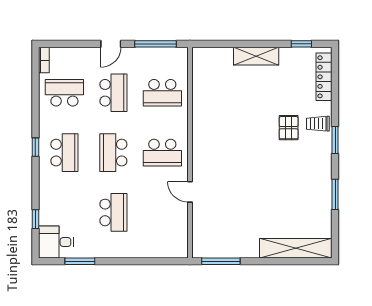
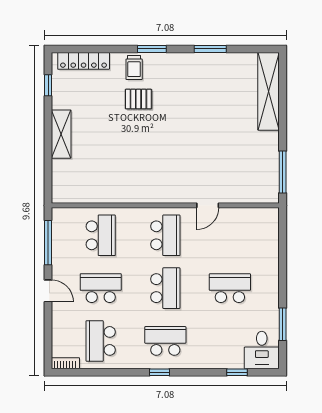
school desk: (113, 153) -> (165, 288), turned -90

